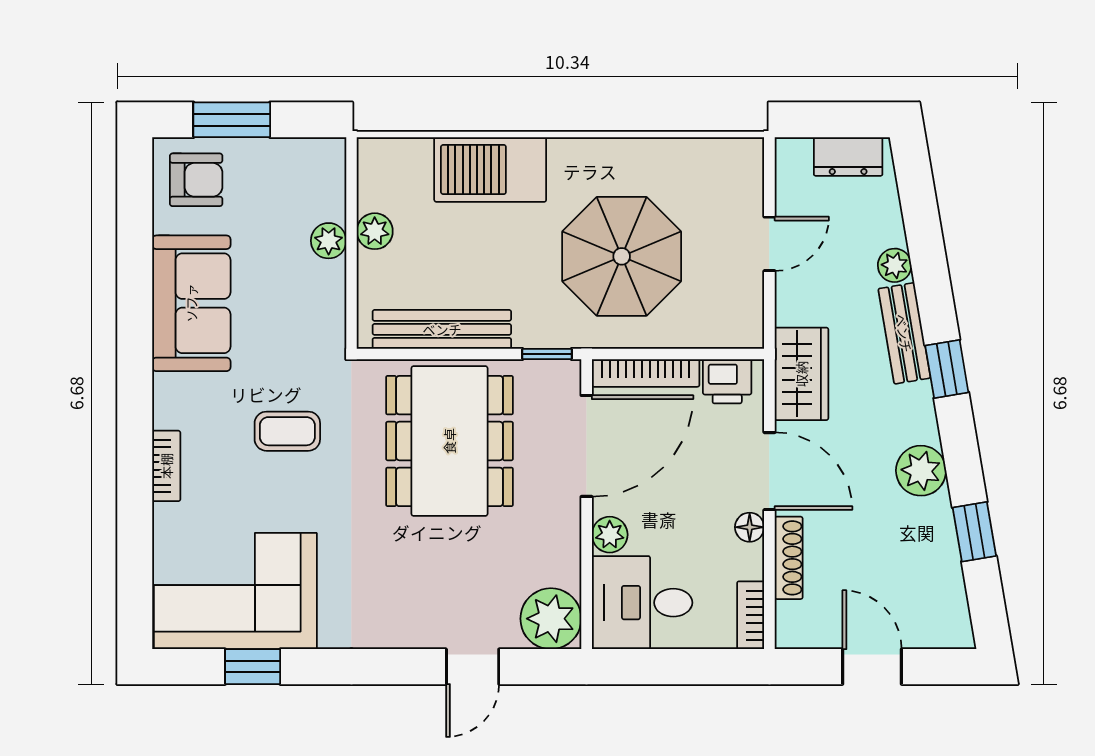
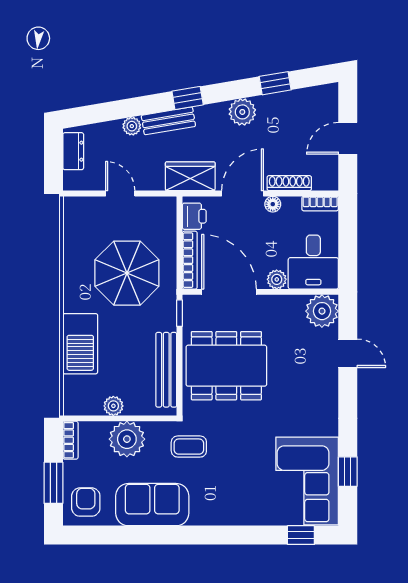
plant: (329, 241) -> (127, 439), width x1.88, depth x1.88
coffee table: (287, 431) -> (189, 447), moved, turned 90
bookcase: (166, 466) -> (70, 440), moved, turned 90
window: (135, 580) -> (301, 535), added

